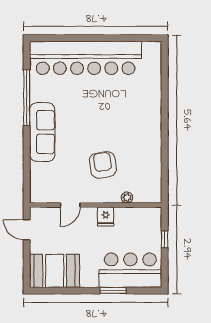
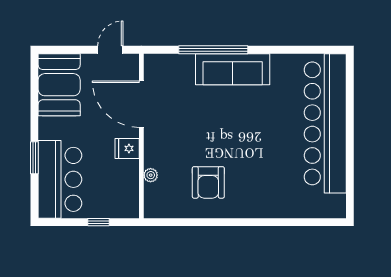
window: (27, 98) -> (213, 50), moved
armchair: (103, 165) -> (208, 182), moved, turned 99
door: (70, 205) -> (141, 104), width x1.88

